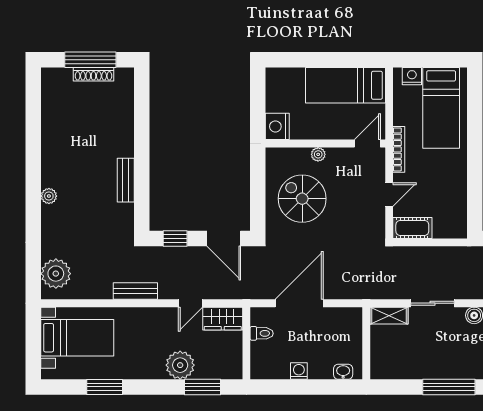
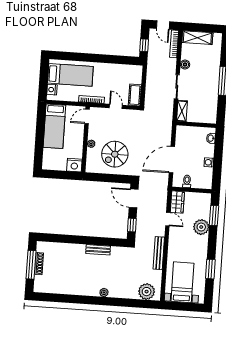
door: (367, 143) -> (87, 116), hinge flipped
door: (224, 239) -> (134, 198), swing flipped
bench: (135, 291) -> (159, 253), width x1.36
door: (299, 303) -> (172, 160), hinge flipped

